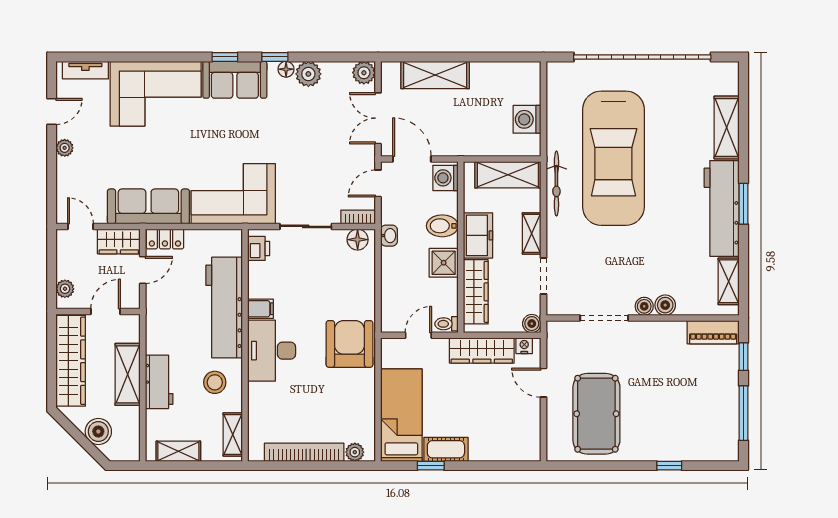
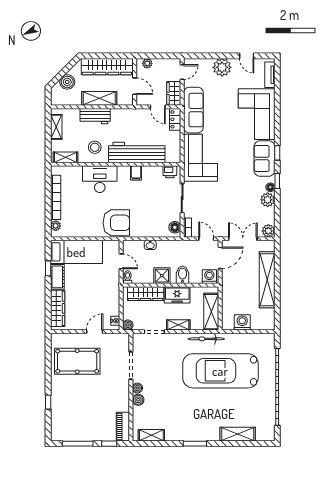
shelving: (435, 75) -> (267, 280), width x1.47
plant: (65, 148) -> (222, 67), width x1.88, depth x1.88
workbench: (722, 208) -> (192, 431), removed
washbasin: (389, 236) -> (150, 245), moved
wardrobe: (482, 350) -> (58, 308), moved, turned 180
desk: (272, 351) -> (100, 179), moved

